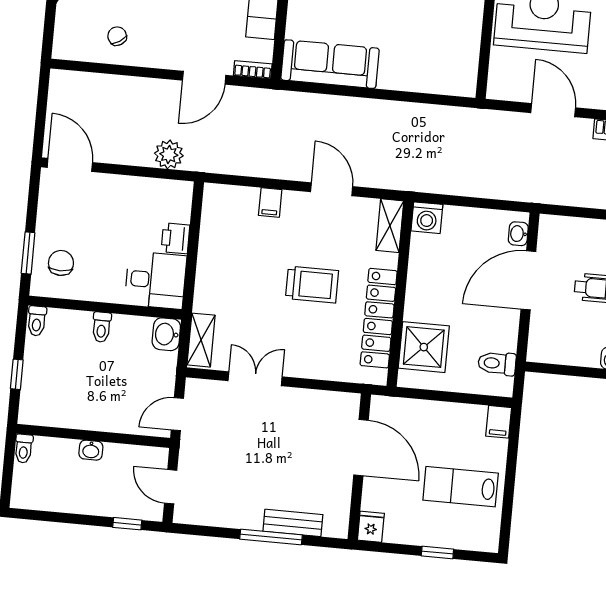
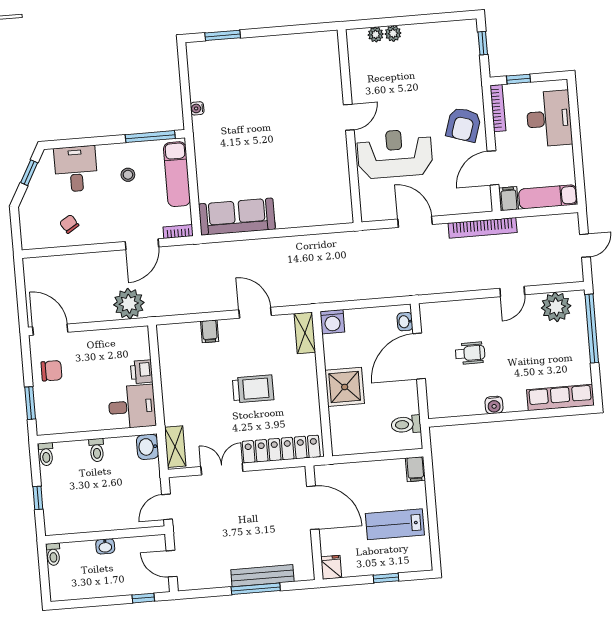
plant: (169, 154) -> (129, 304), width x1.36, depth x1.36
chair: (61, 263) -> (52, 371), moved, turned 90
locker: (379, 318) -> (281, 449), moved, turned 90
shower: (424, 347) -> (345, 387), moved
bench: (293, 523) -> (262, 576), width x1.36

